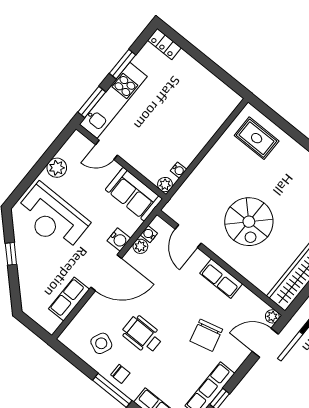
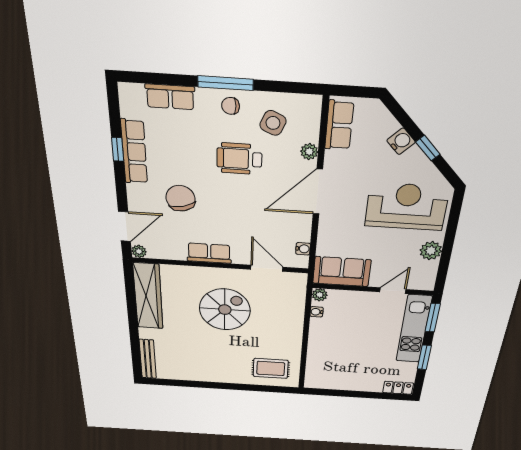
spiral stairs: (249, 222) -> (225, 310), turned 90
water cooler: (119, 240) -> (401, 141), moved, turned 135
plant: (140, 246) -> (309, 152), moved
row of seats: (69, 299) -> (339, 125), moved
wheelchair: (142, 335) -> (239, 159), turned 180

